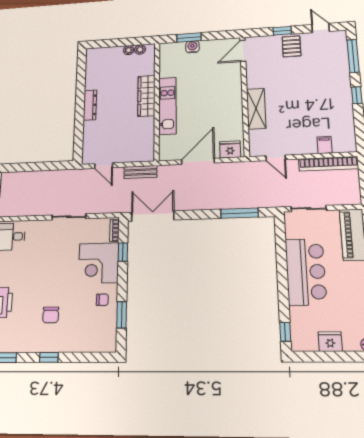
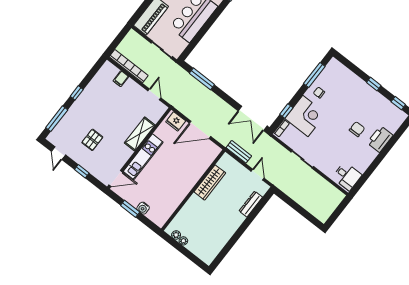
window: (189, 37) -> (130, 209), moved
pallet: (291, 46) -> (92, 140), moved
wardrobe: (146, 96) -> (210, 182), moved
dresser: (90, 105) -> (251, 204), moved
kitchen unit: (168, 106) -> (143, 157), moved, turned 180
chair: (51, 315) -> (357, 129), moved
window: (122, 315) -> (314, 75), width x1.44

